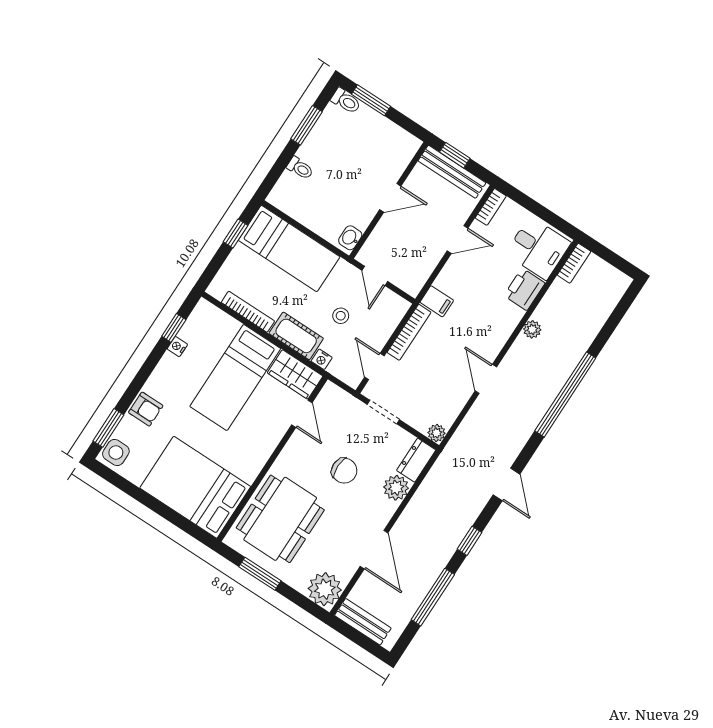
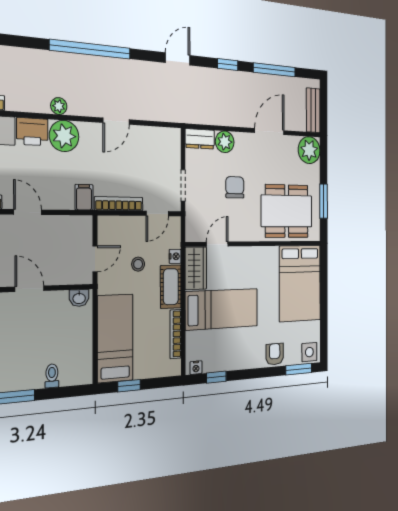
nightstand: (177, 347) -> (196, 368), moved
plant: (437, 433) -> (64, 136), moved, width x1.87, depth x1.87

